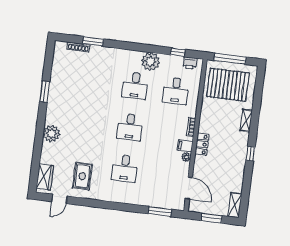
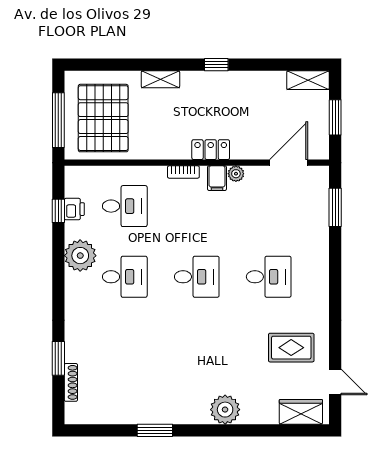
printer: (190, 63) -> (74, 209), moved

